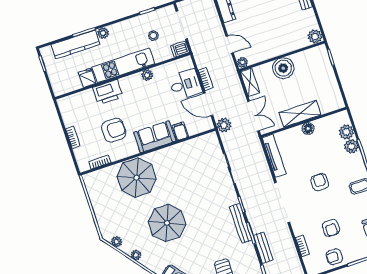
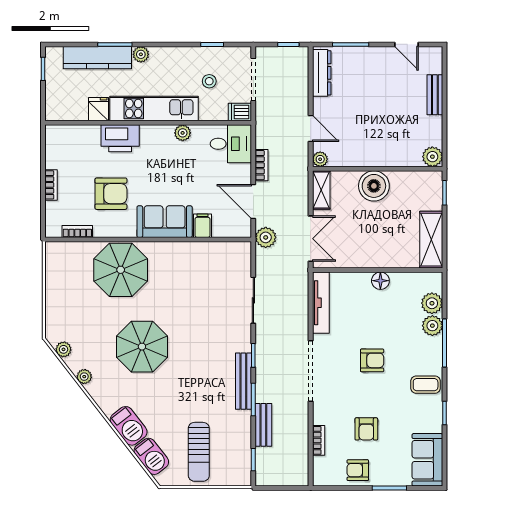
desk: (185, 85) -> (231, 144), moved
shelving: (300, 114) -> (431, 240), moved, turned 90
armchair: (320, 182) -> (372, 360), turned 90

